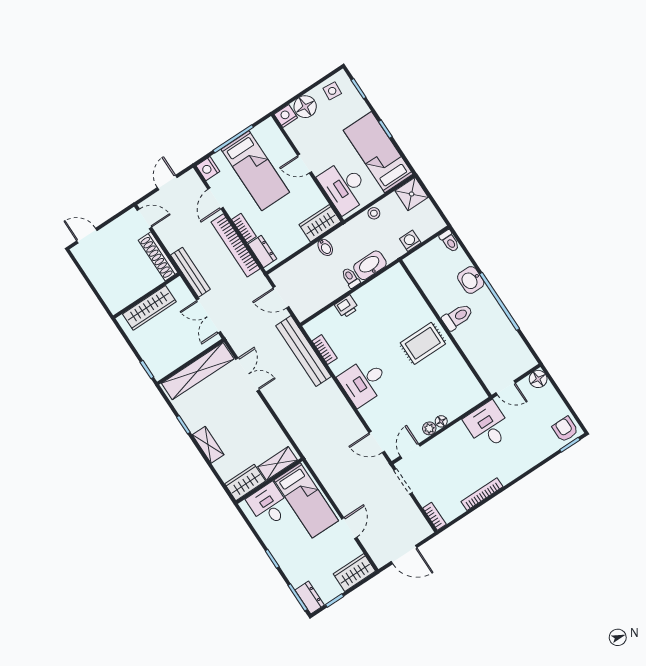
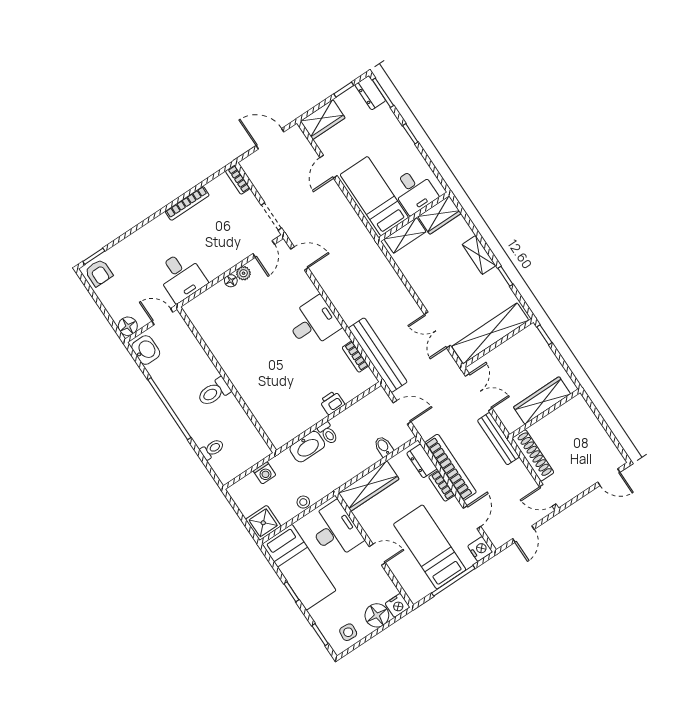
wardrobe: (320, 223) -> (369, 486), width x1.50
toilet: (450, 241) -> (212, 449), moved, turned 90
bidet: (325, 247) -> (384, 446), moved
washbasin: (471, 280) -> (146, 350), moved
rug: (423, 343) -> (251, 364), removed

